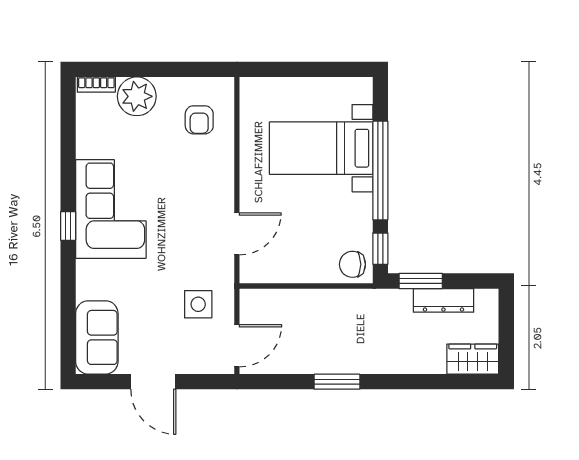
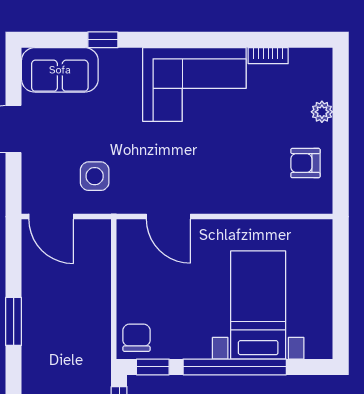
bookcase: (96, 85) -> (268, 56), moved, turned -90
plant: (137, 96) -> (322, 112), width x0.53, depth x0.53
armchair: (199, 120) -> (305, 163), moved
window: (68, 226) -> (103, 40), moved

